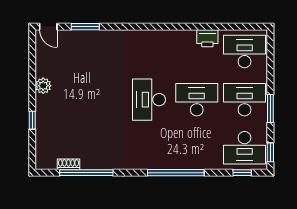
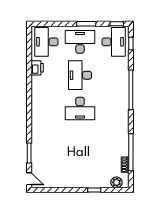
door: (48, 27) -> (29, 179), hinge flipped
plant: (43, 86) -> (116, 182), moved
desk: (245, 100) -> (80, 42), turned 90

